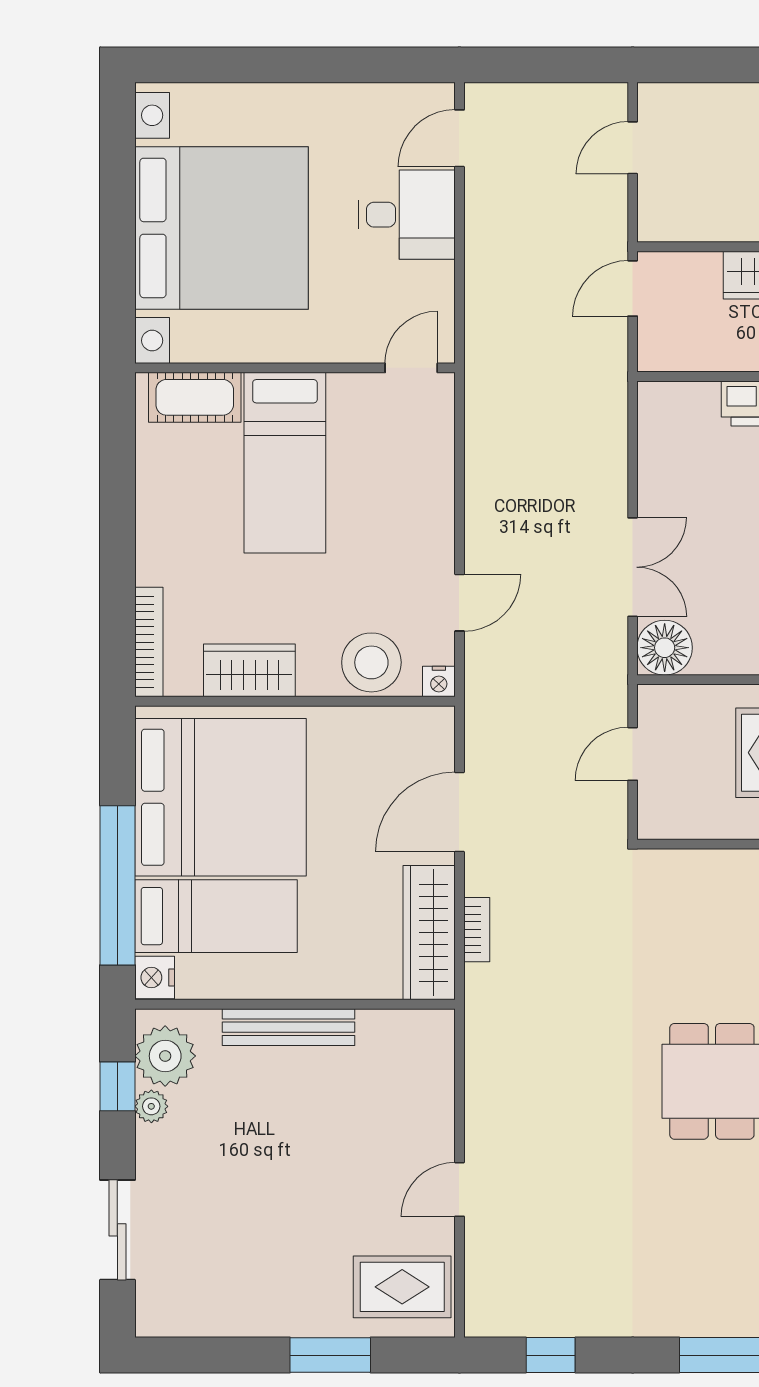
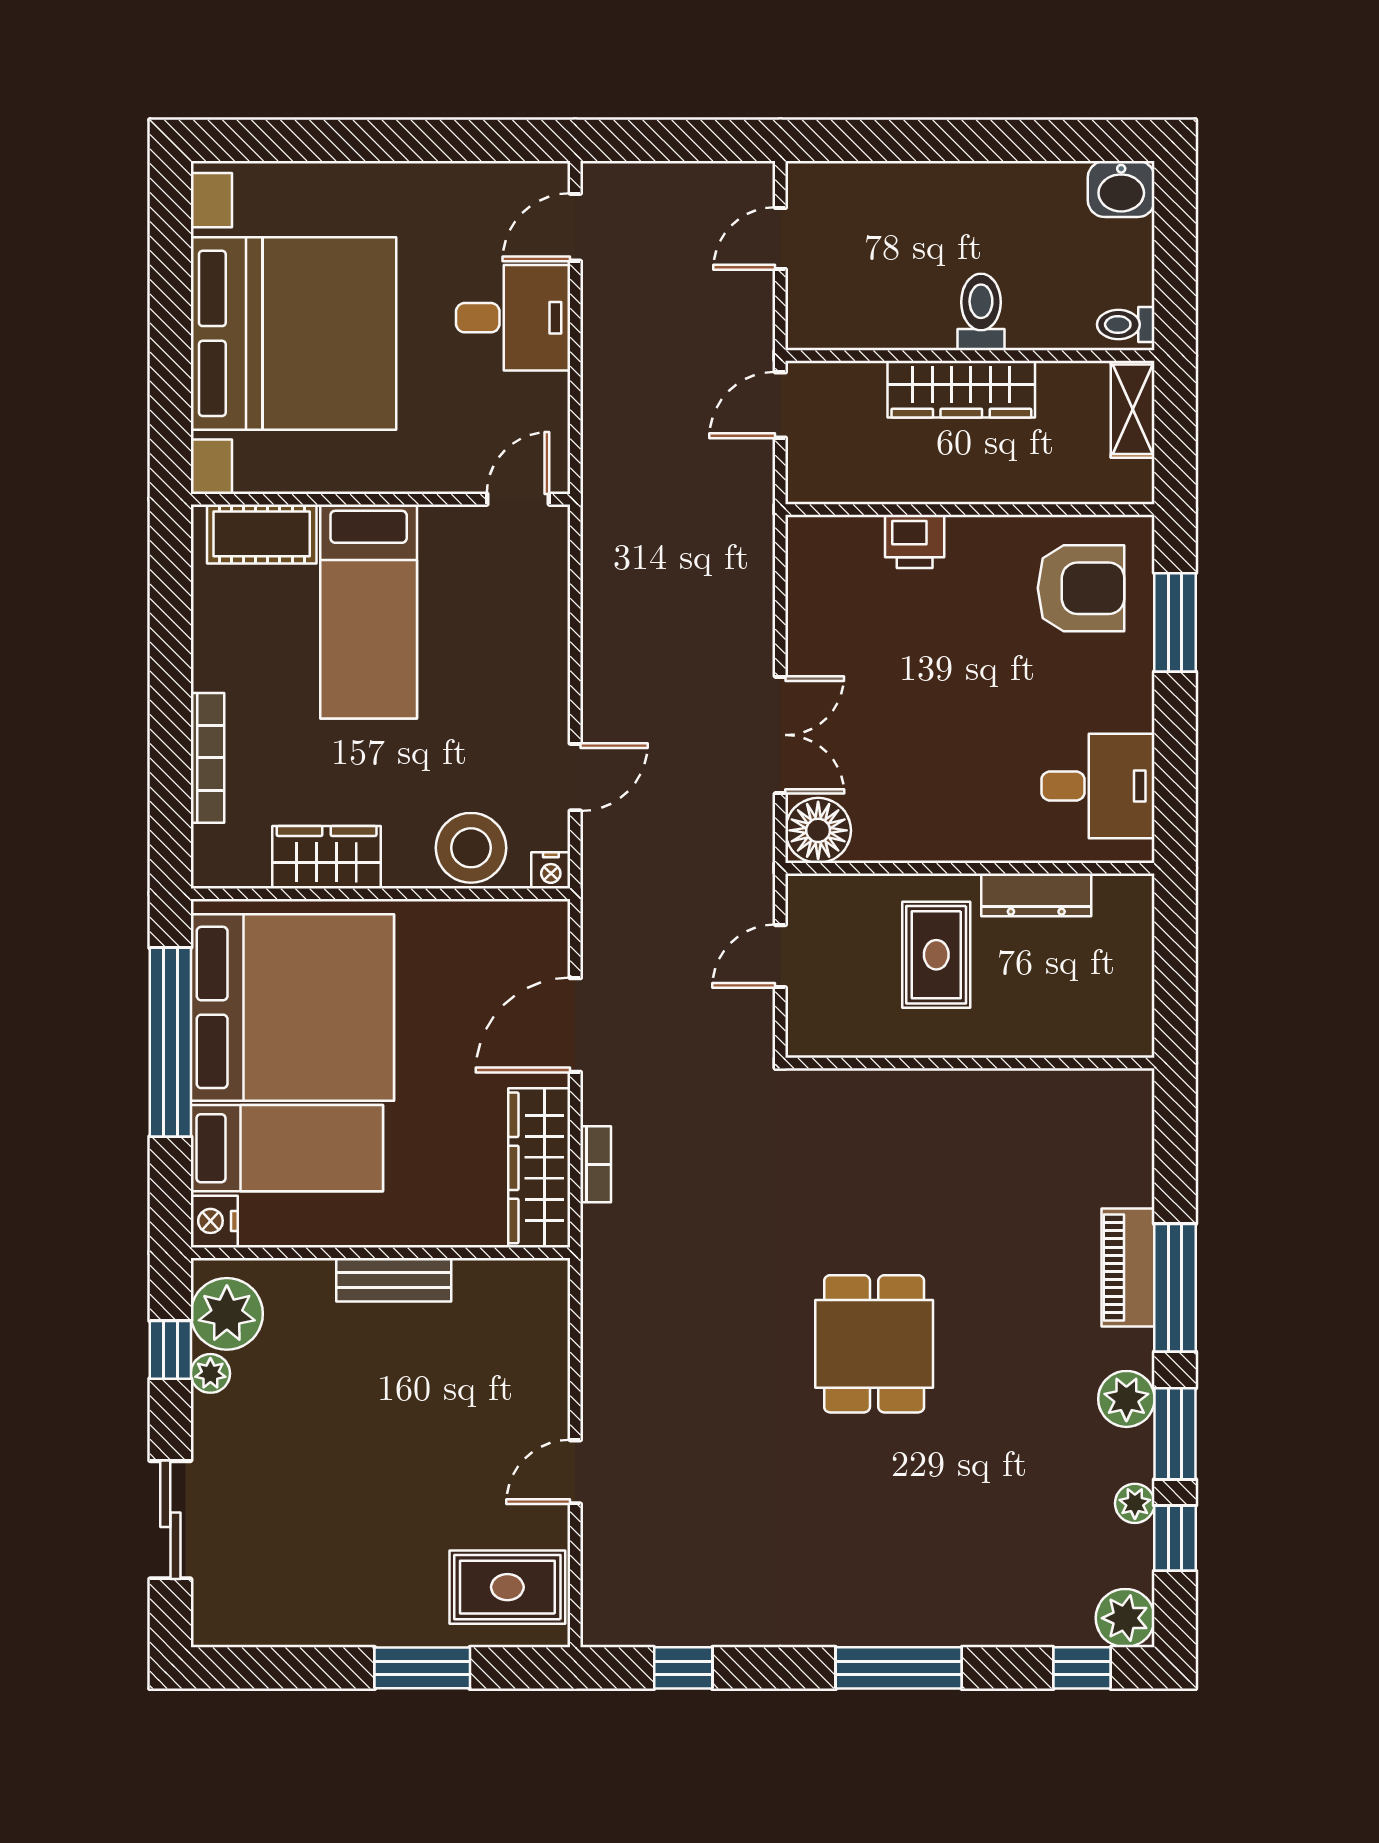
bookcase: (149, 642) -> (207, 758), moved
window: (117, 885) -> (170, 1042), moved
bench: (288, 1027) -> (394, 1280), width x0.73

